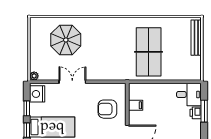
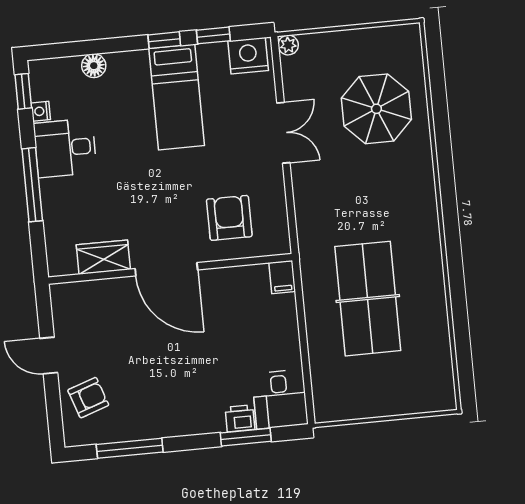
bench: (196, 38) -> (410, 403), removed
table tennis table: (149, 52) -> (368, 299), turned 90
filing cabinet: (136, 105) -> (282, 277), moved

